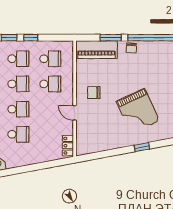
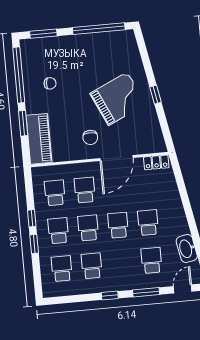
chair: (131, 48) -> (50, 83), moved
grand piano: (138, 111) -> (118, 99), moved
door: (75, 113) -> (117, 158), width x1.88
window: (142, 147) -> (156, 95), moved

